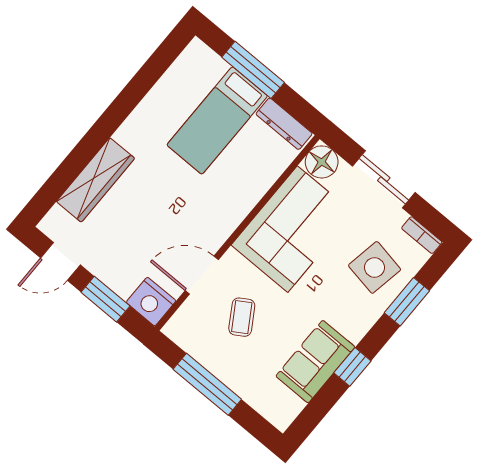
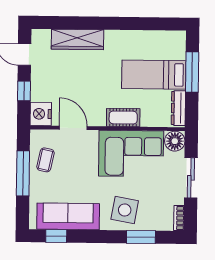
cot: (240, 202) -> (123, 118), added
side table: (375, 267) -> (125, 210), moved
window: (105, 299) -> (24, 91), width x0.67
coffee table: (242, 317) -> (45, 160), moved, turned -46
sofa: (315, 362) -> (68, 216), width x1.36
window: (352, 367) -> (56, 236), moved

